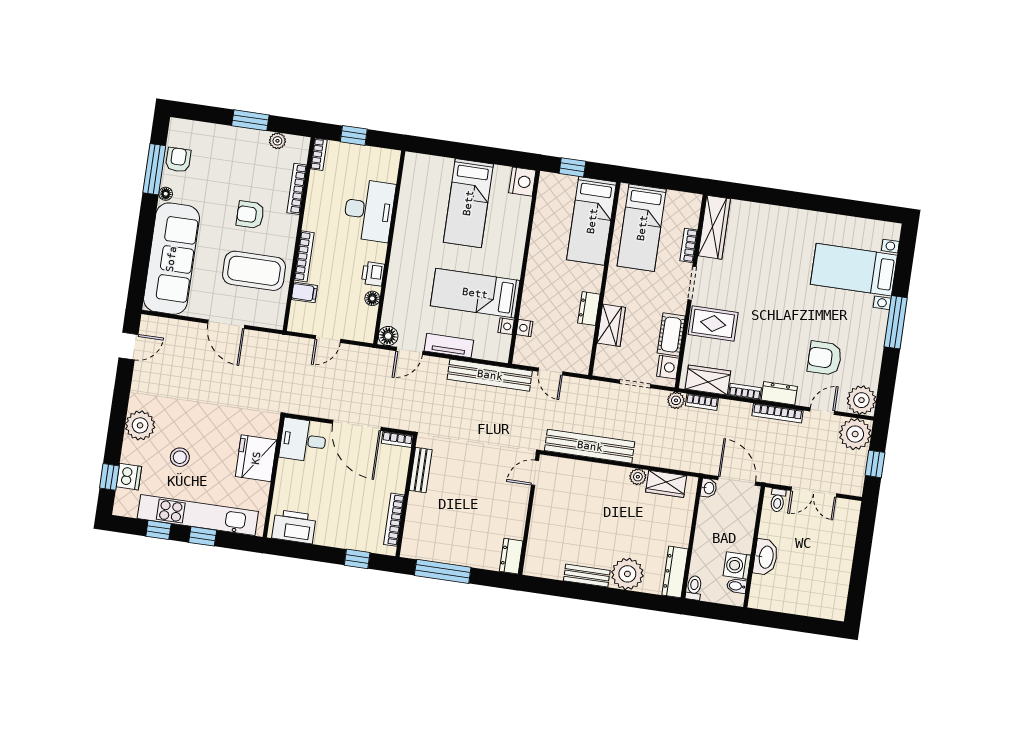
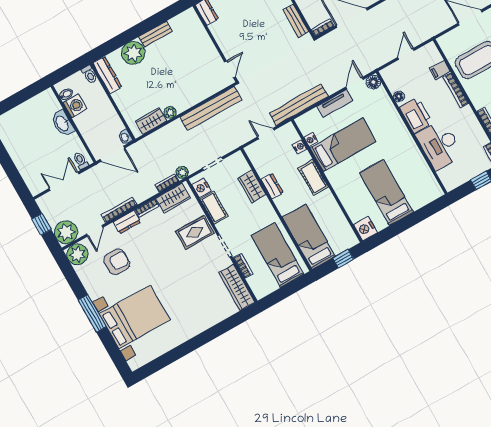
bed with nightstands: (854, 270) -> (135, 317), width x1.36
printer: (373, 274) -> (416, 115), width x1.87, depth x1.48
cot: (536, 283) -> (313, 177), added

